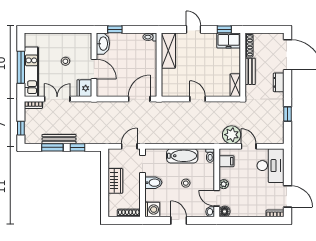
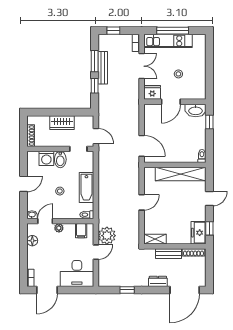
shelving: (168, 51) -> (181, 174), width x1.47
washing machine: (152, 209) -> (46, 158), moved
floor lamp: (225, 211) -> (32, 241), moved

